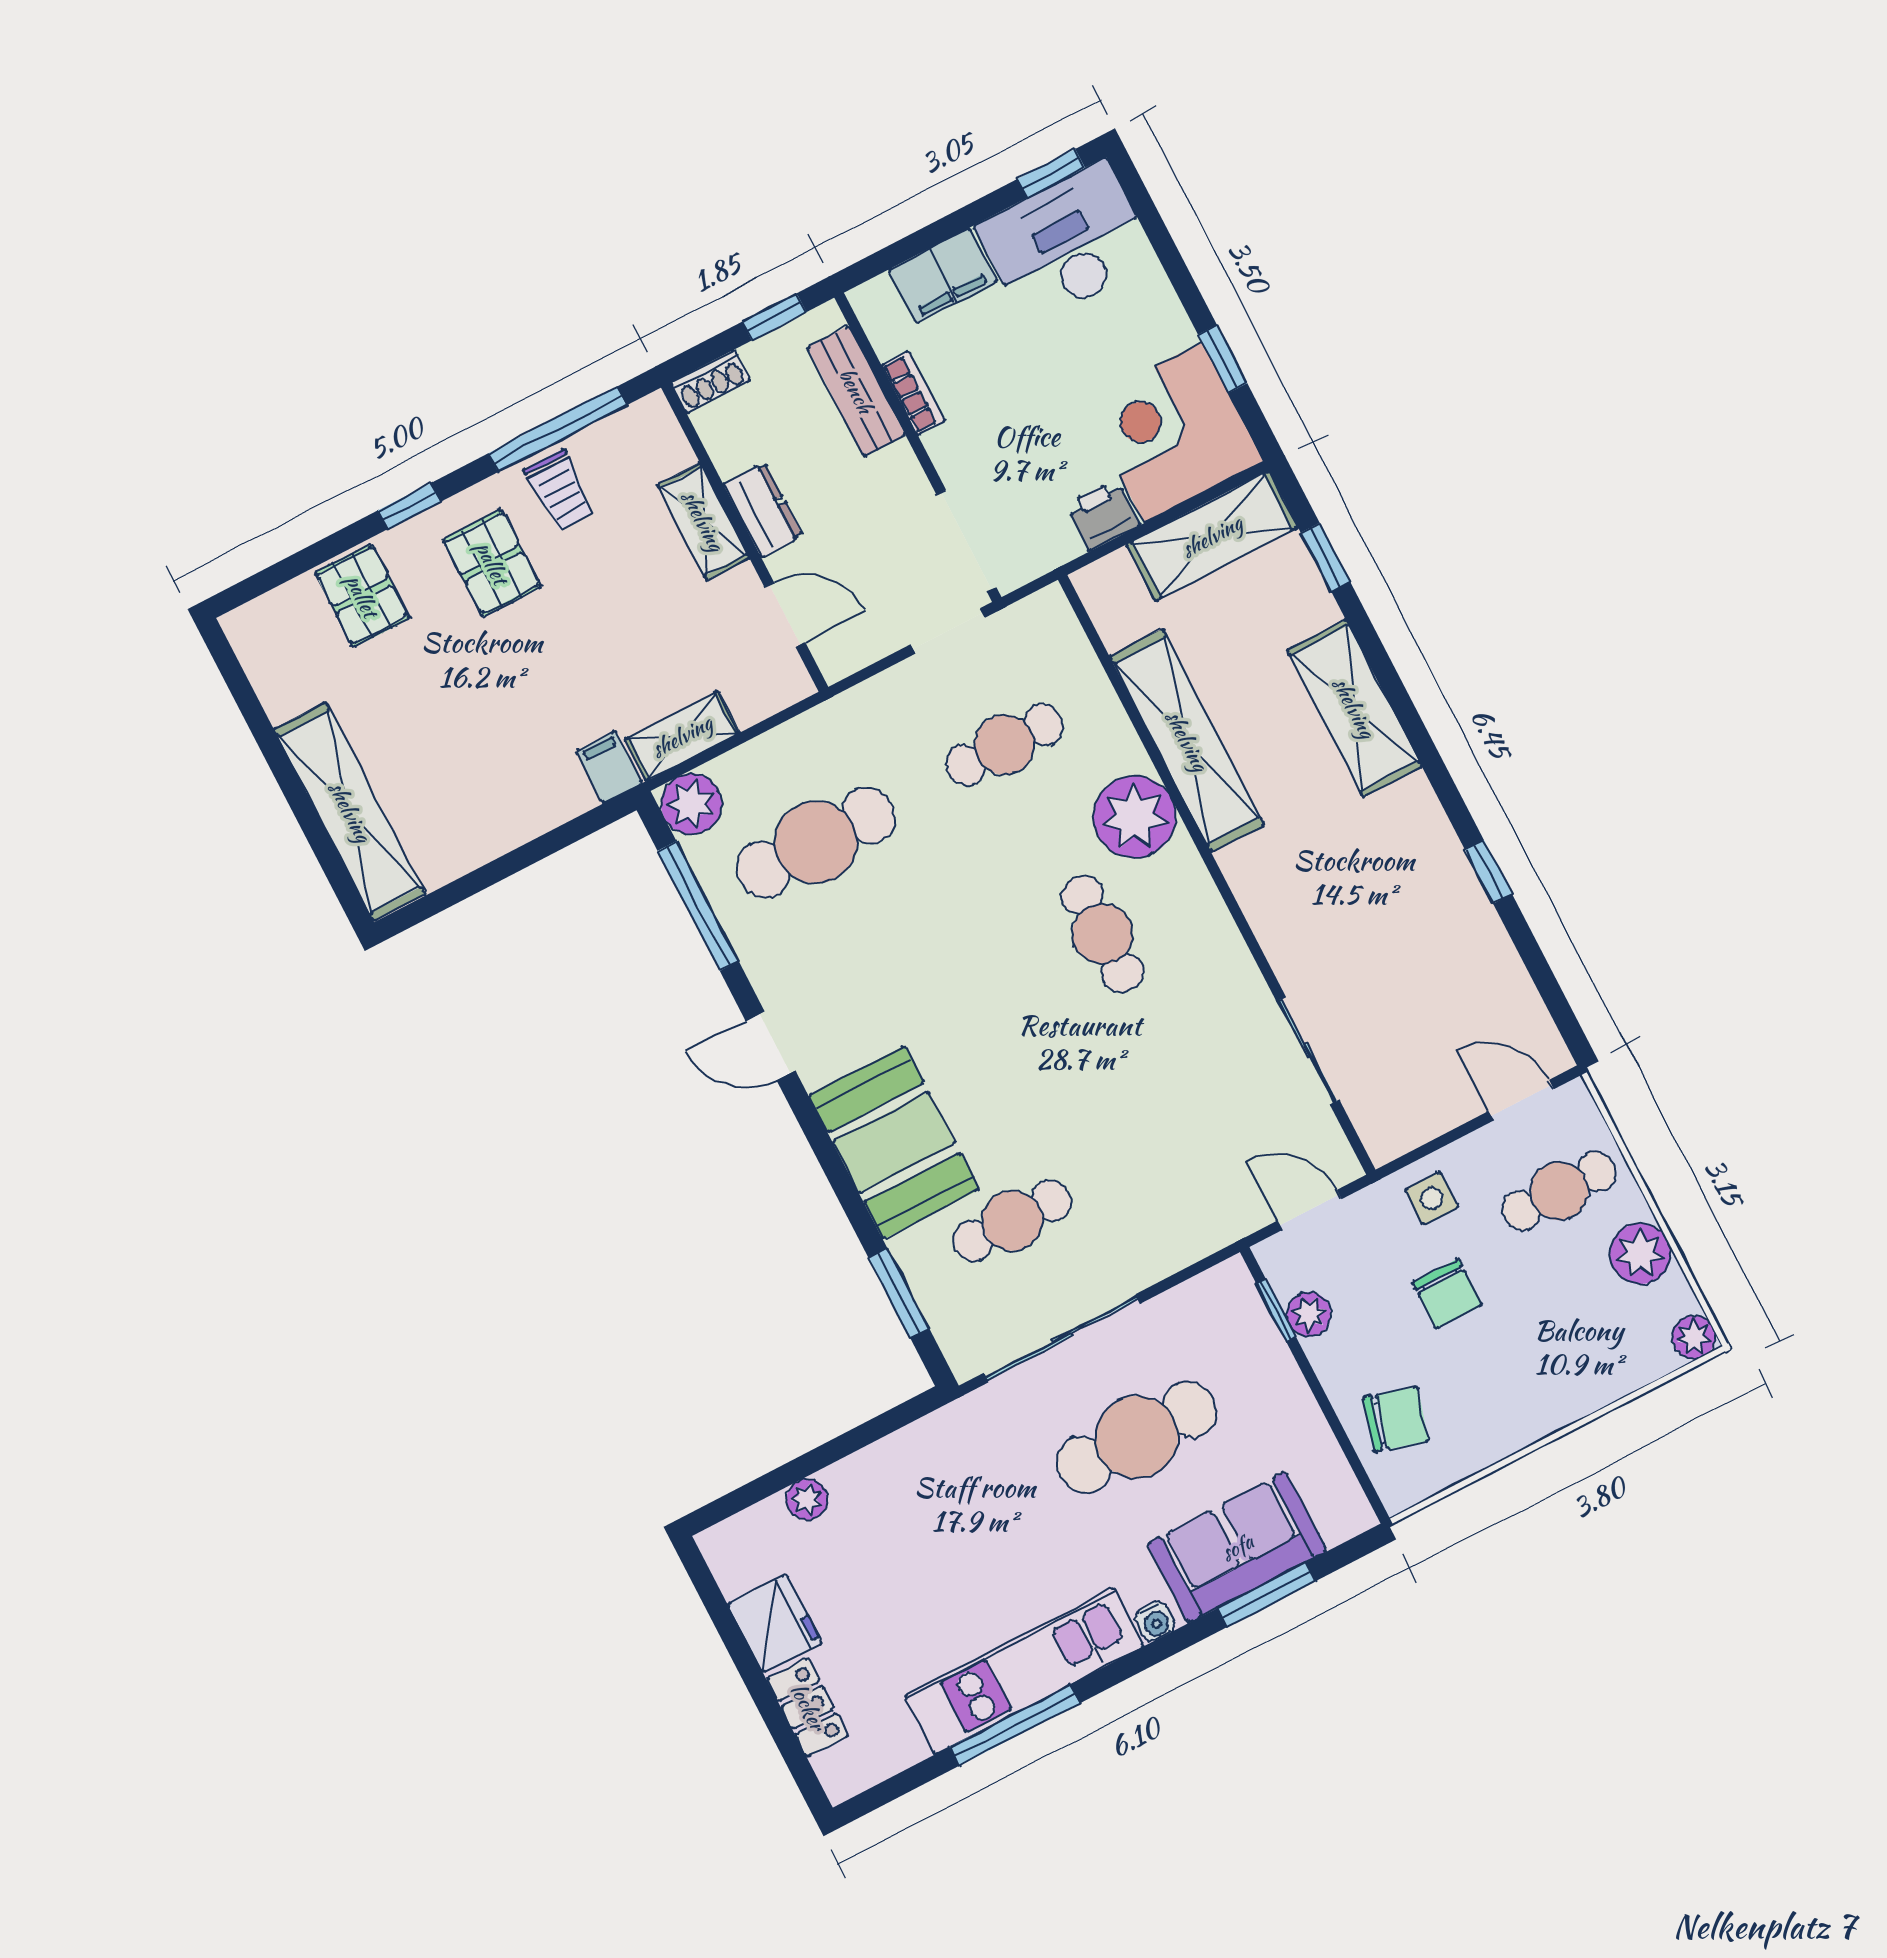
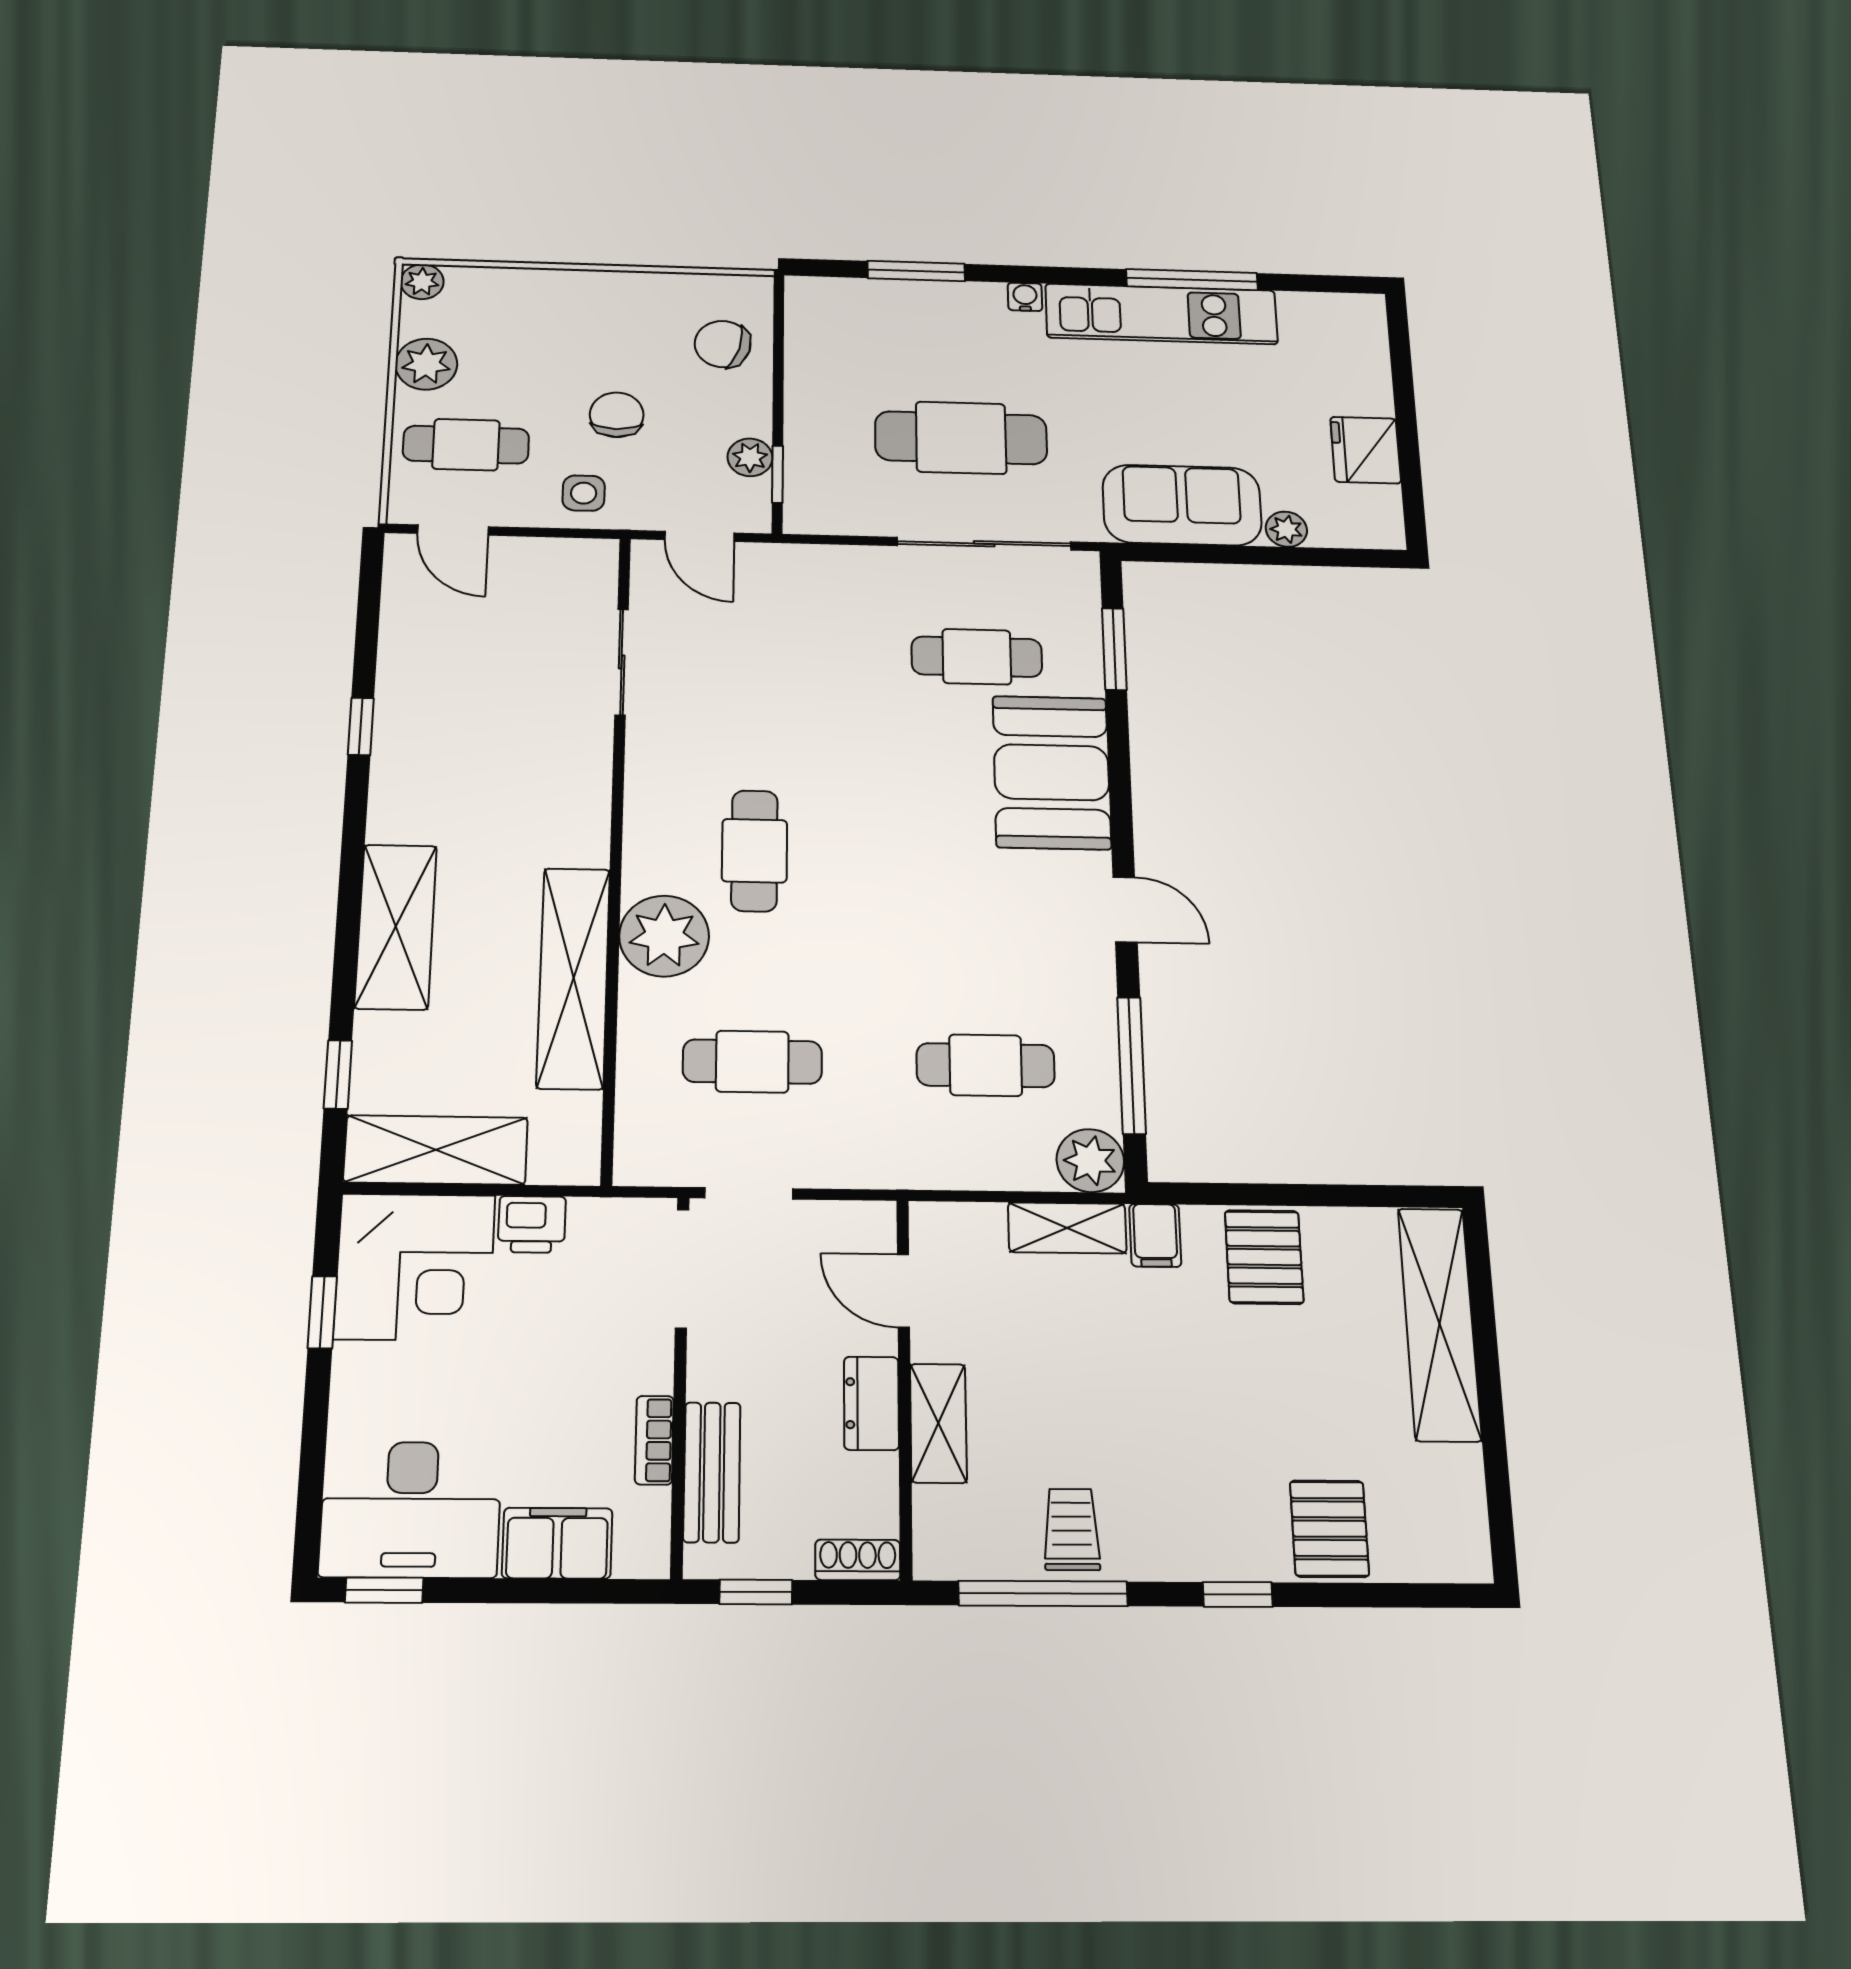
pallet: (492, 563) -> (1264, 1257), moved
cafe table: (816, 842) -> (986, 1065), width x0.73, depth x0.74
sofa: (1237, 1547) -> (1182, 505), moved, turned 180
locker: (808, 1707) -> (1369, 375), removed

